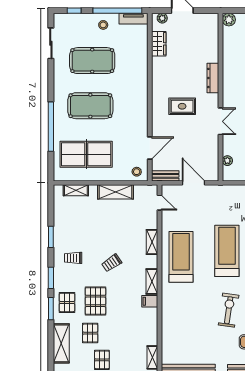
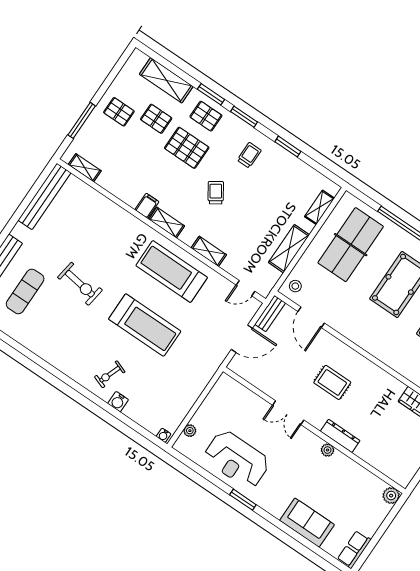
rug: (182, 106) -> (332, 382), turned 90
plant: (227, 161) -> (328, 450), moved
treadmill: (181, 257) -> (172, 271), turned 180

